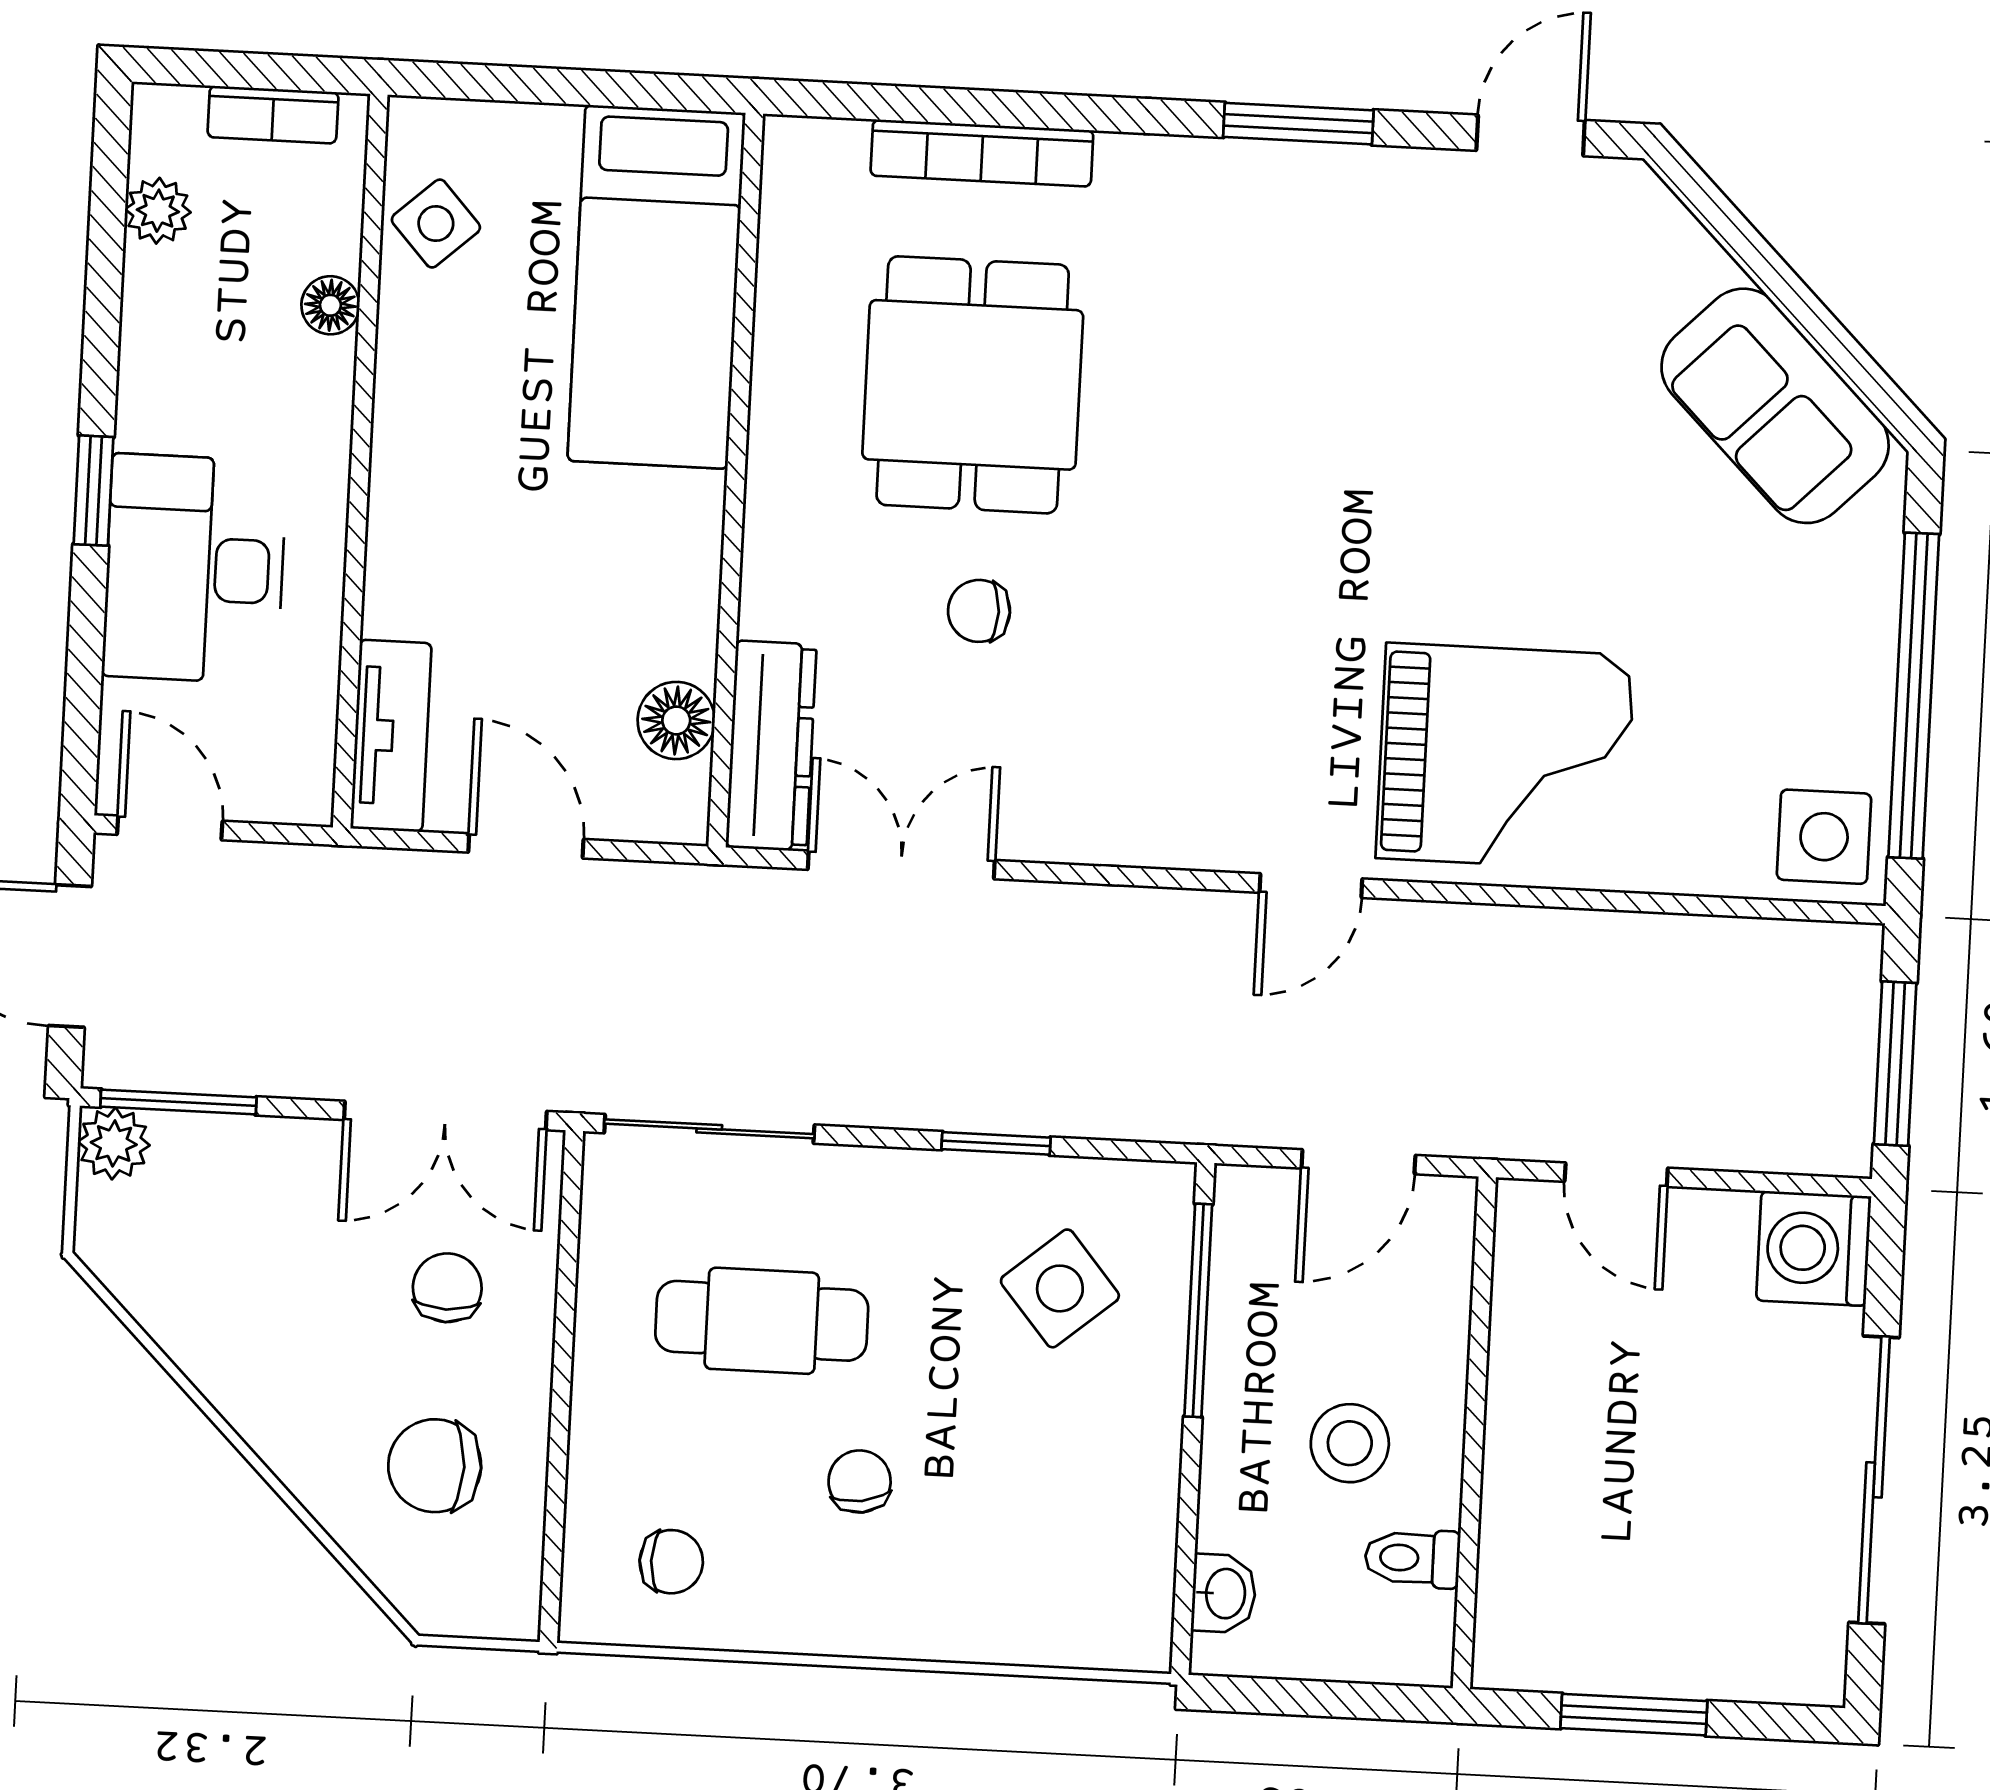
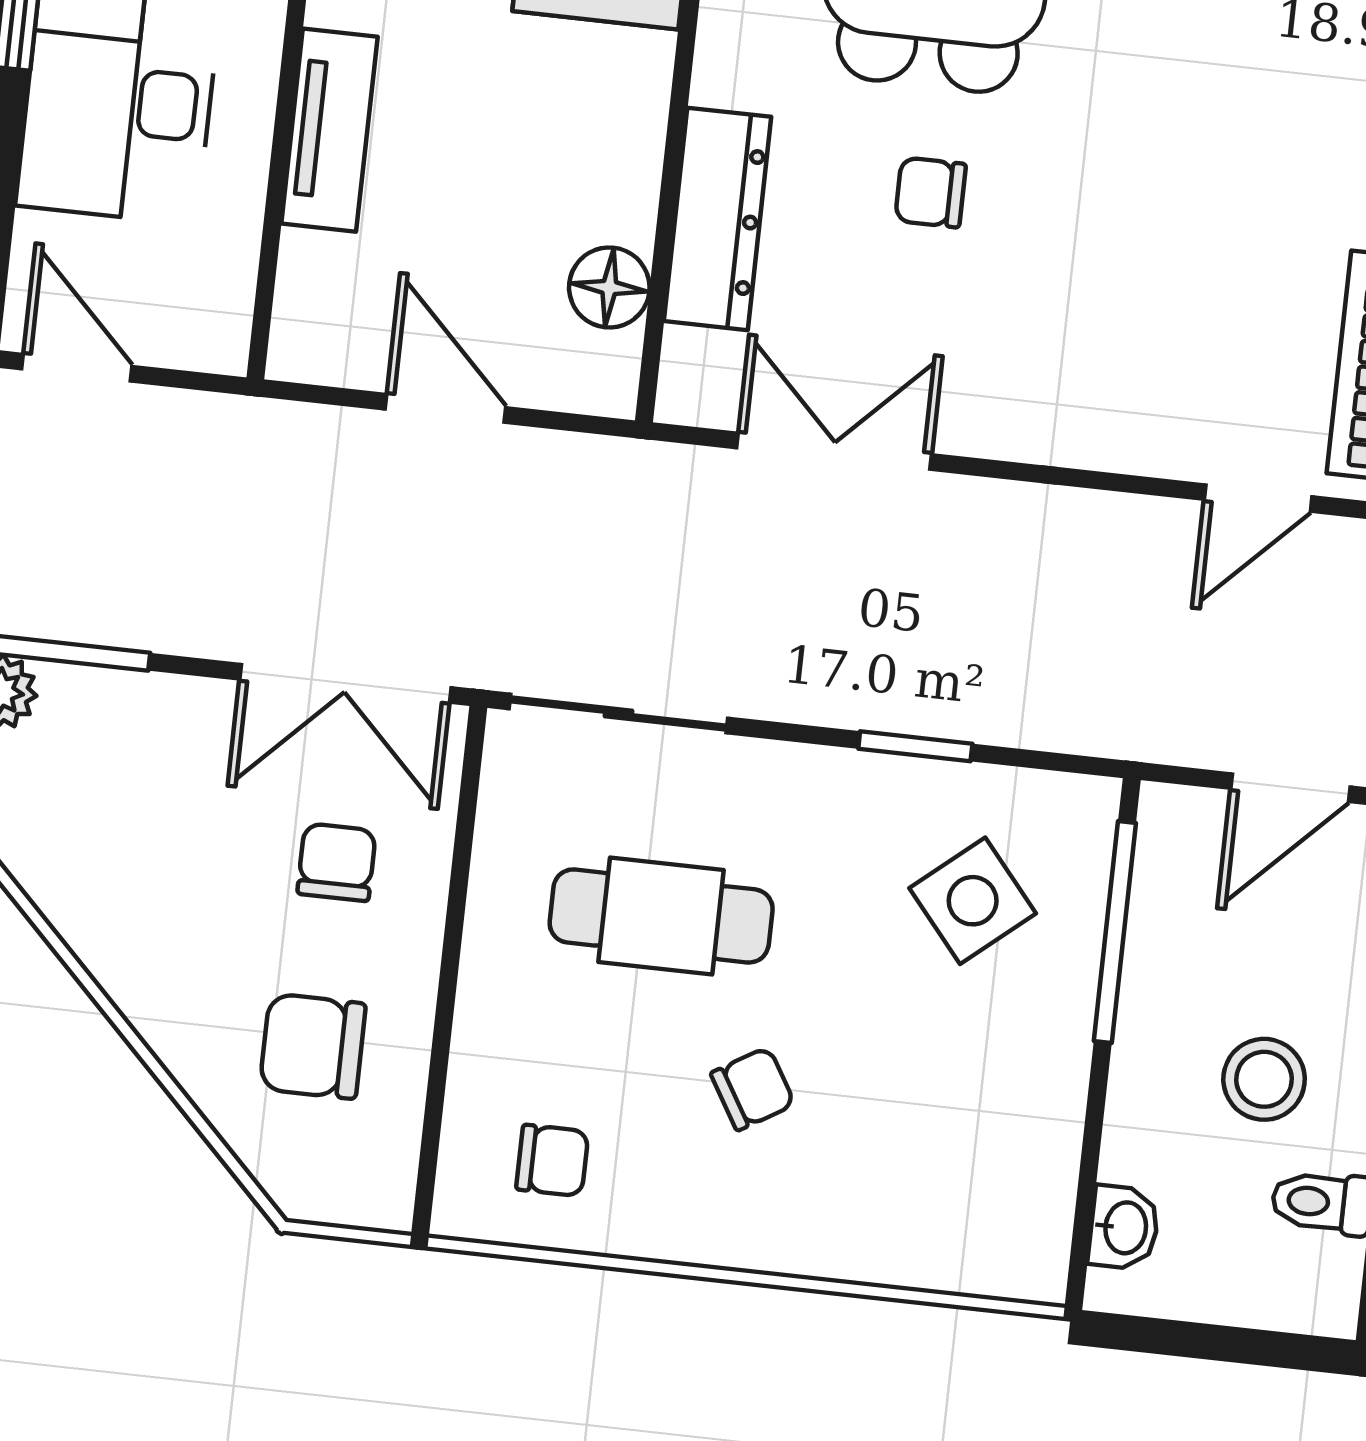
tv unit: (391, 736) -> (329, 130), moved
dresser: (771, 746) -> (717, 219), moved
chair: (860, 1481) -> (753, 1089), turned 68

